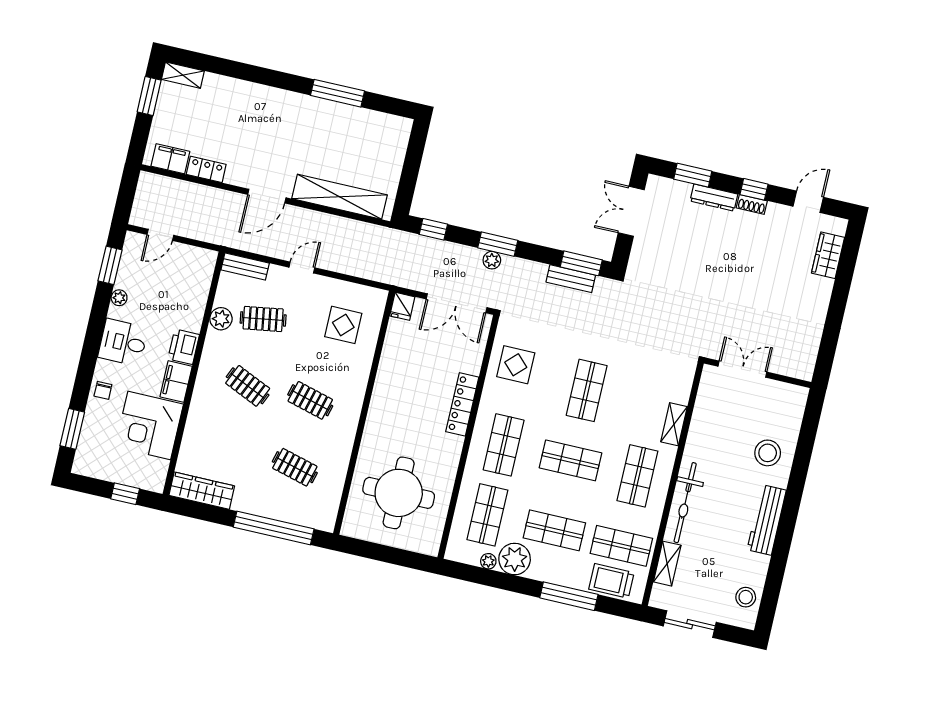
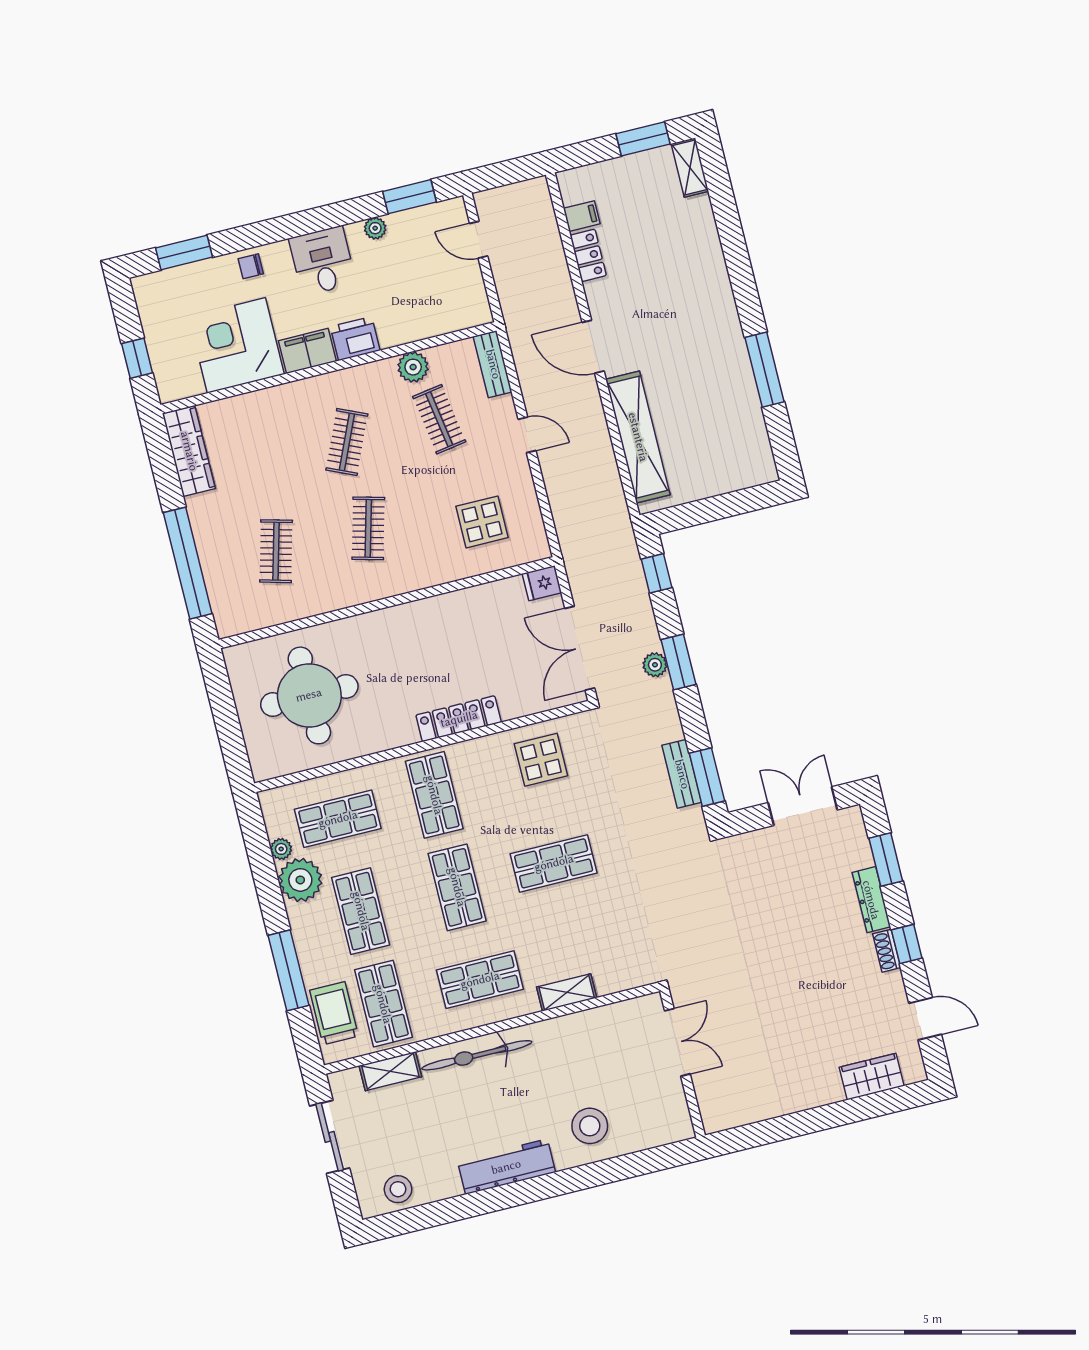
filing cabinet: (170, 159) -> (582, 216), width x0.50
shop shelf: (504, 445) -> (434, 795), turned 90

